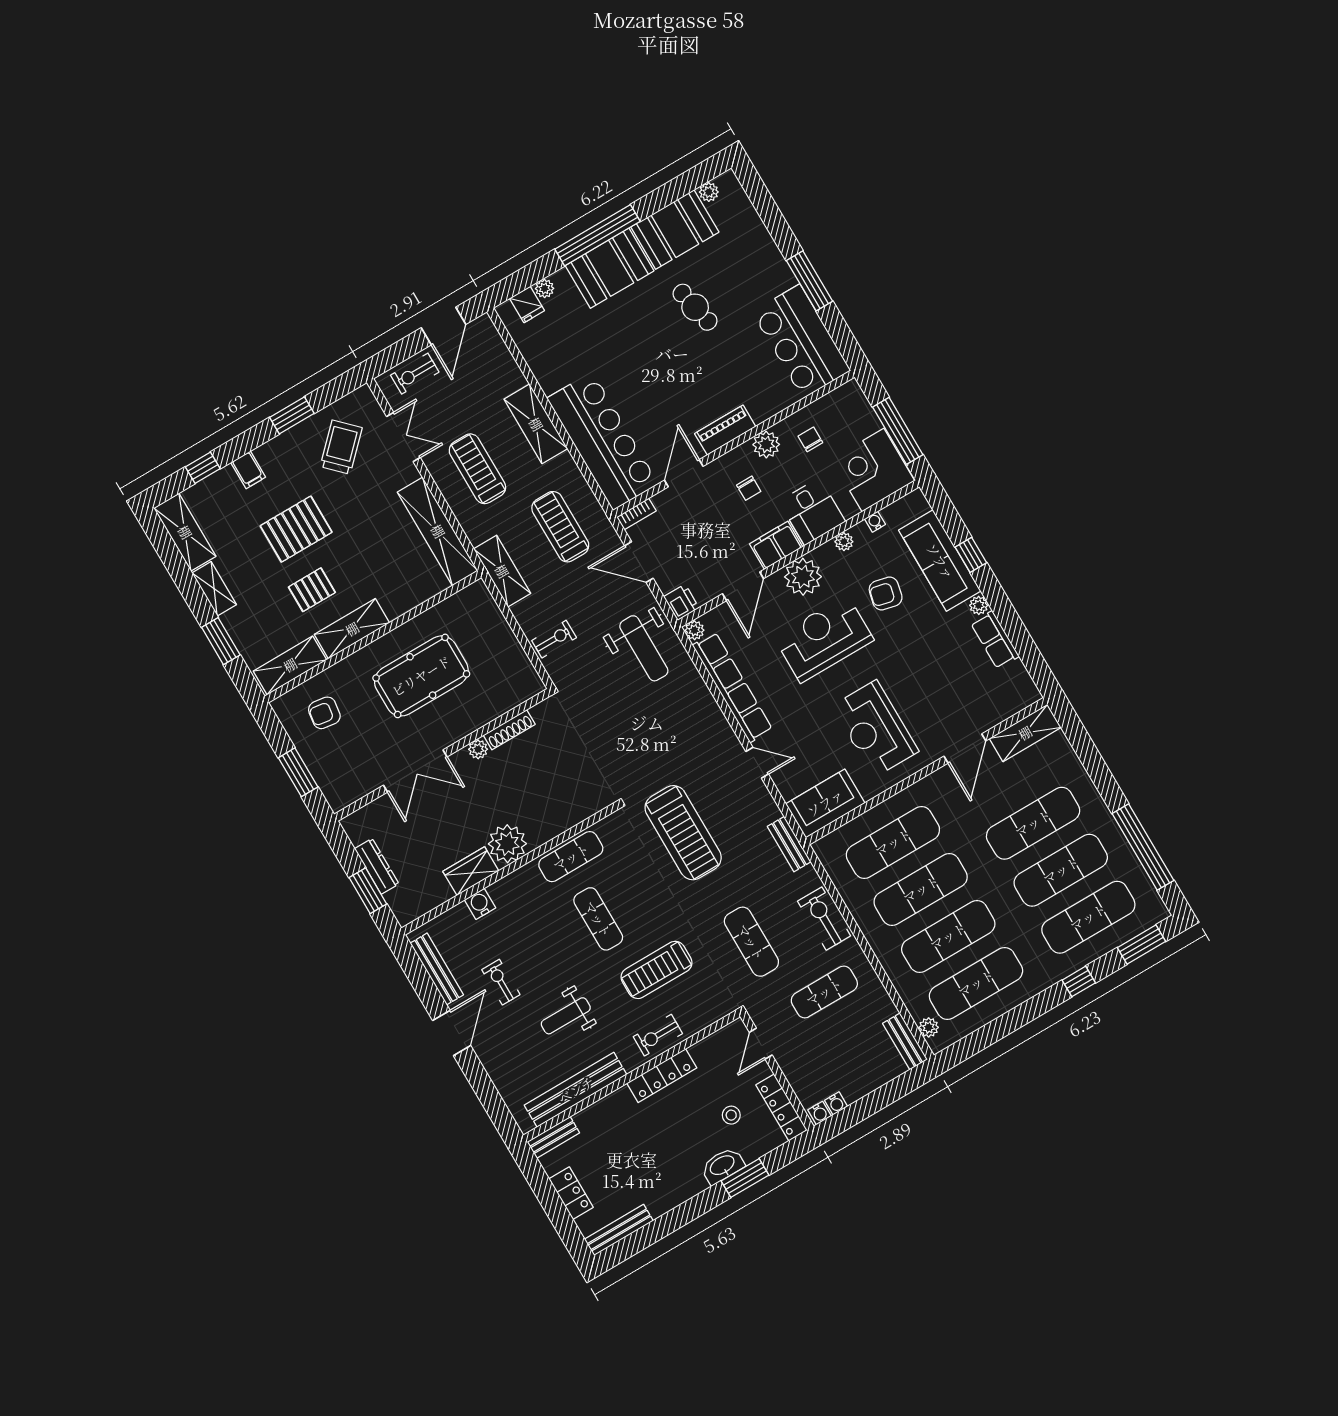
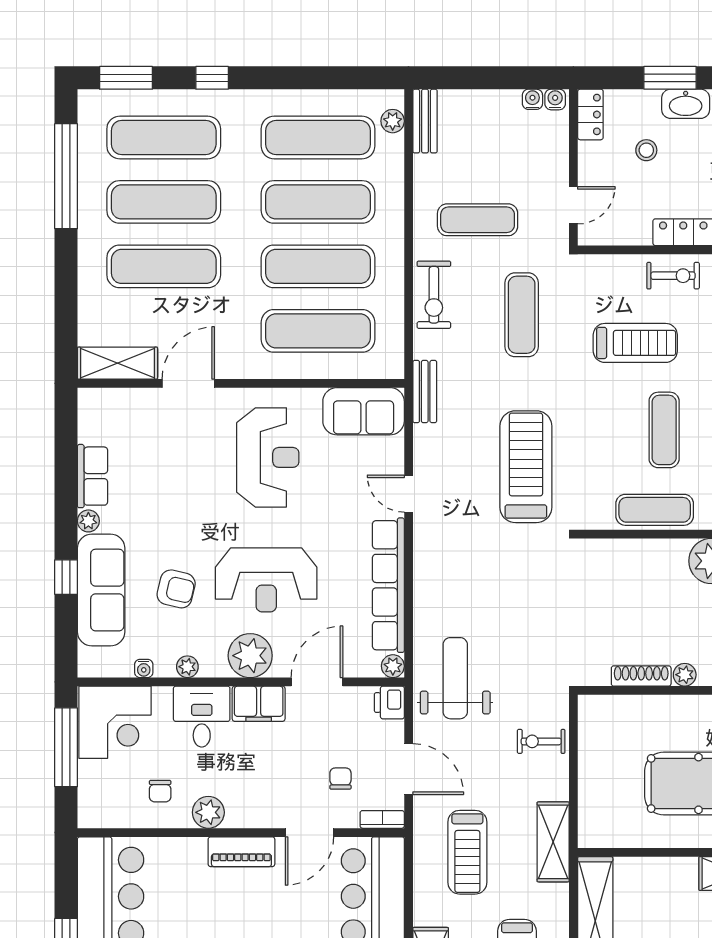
chair: (749, 488) -> (340, 779), moved
locker: (782, 1107) -> (590, 114), width x0.66

